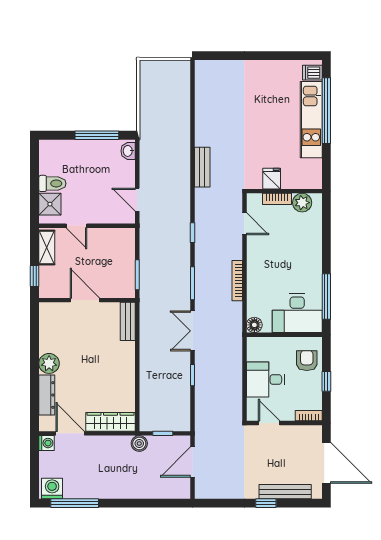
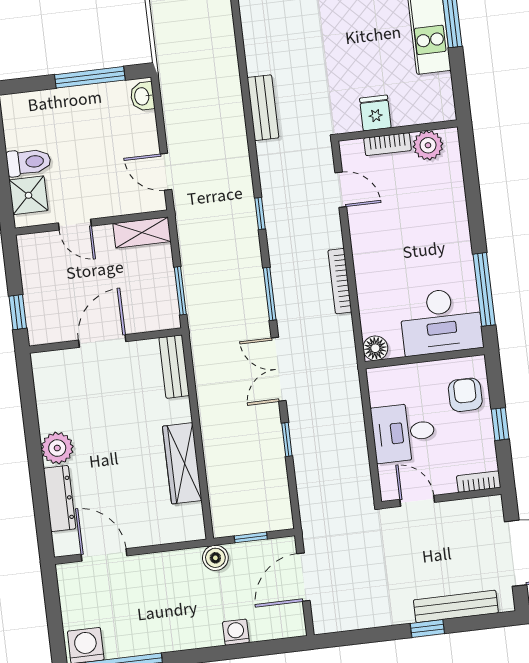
shelving: (47, 248) -> (142, 233), moved, turned 90
door: (85, 300) -> (102, 341), hinge flipped
wardrobe: (110, 422) -> (182, 463), moved, turned -90
washing machine: (46, 443) -> (236, 632), moved, turned -90

